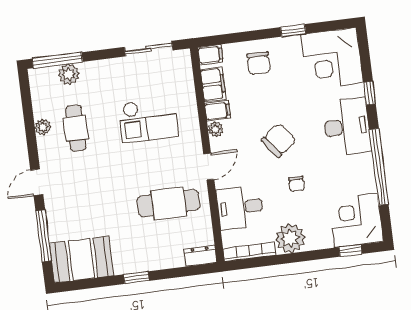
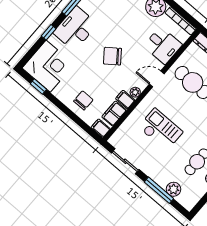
window: (293, 30) -> (38, 86), moved
window: (57, 60) -> (159, 190), moved
chair: (297, 184) -> (126, 28), removed

